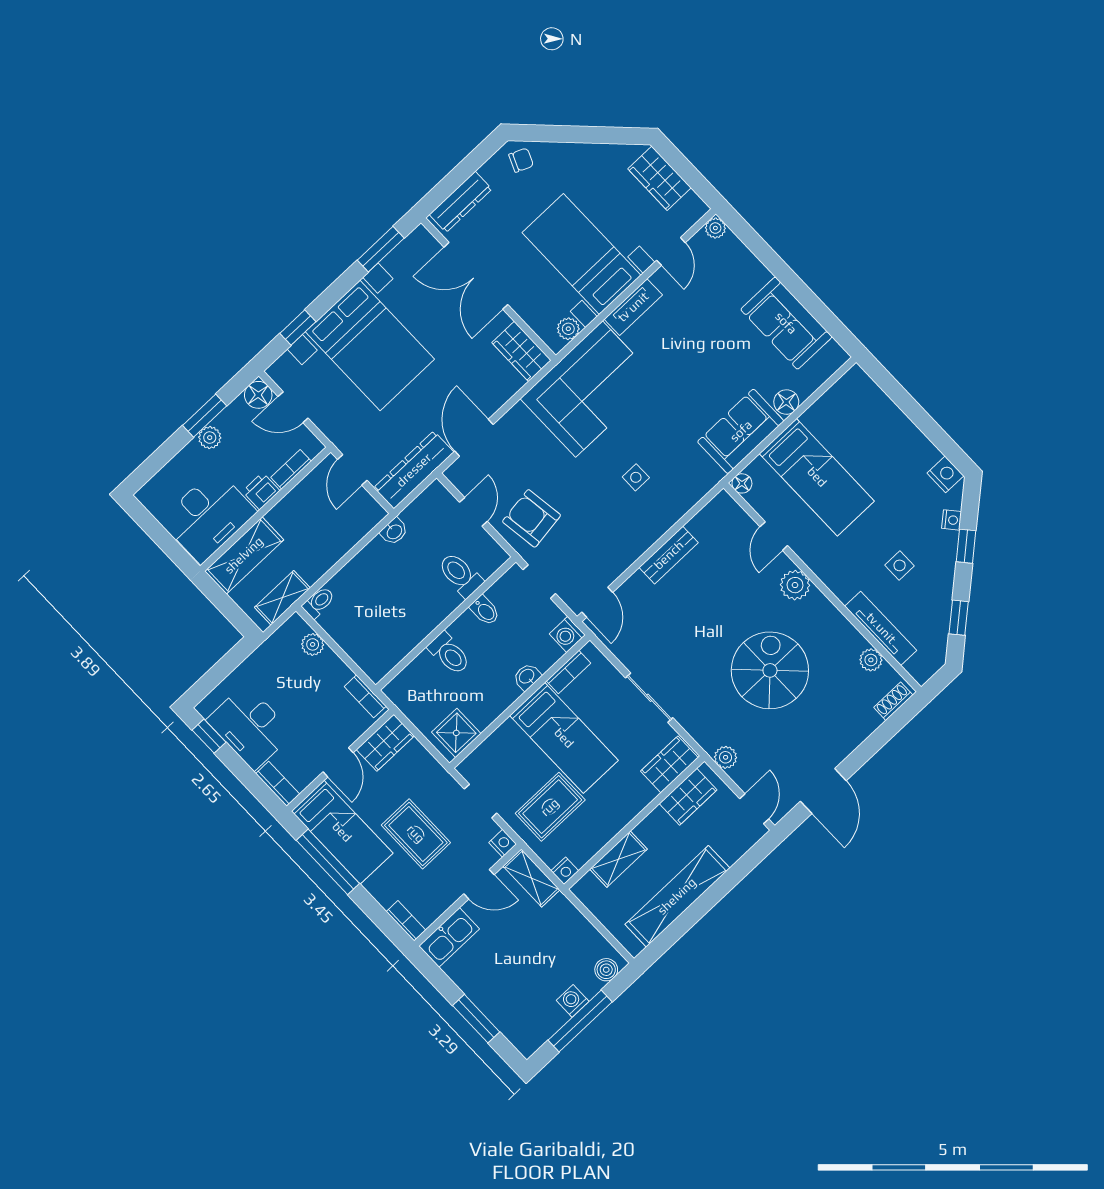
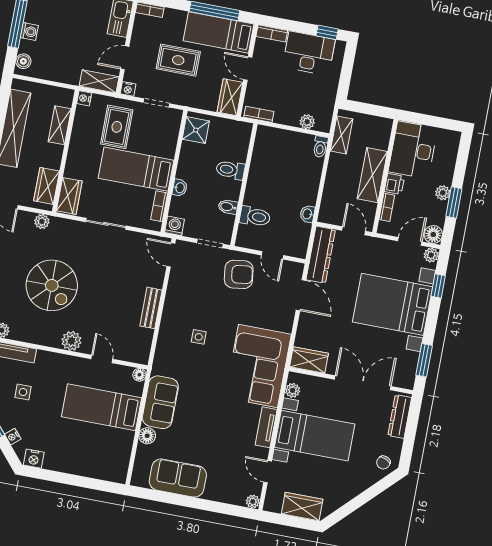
plant: (279, 372) -> (431, 255), added
shelving: (244, 555) -> (372, 175), moved

